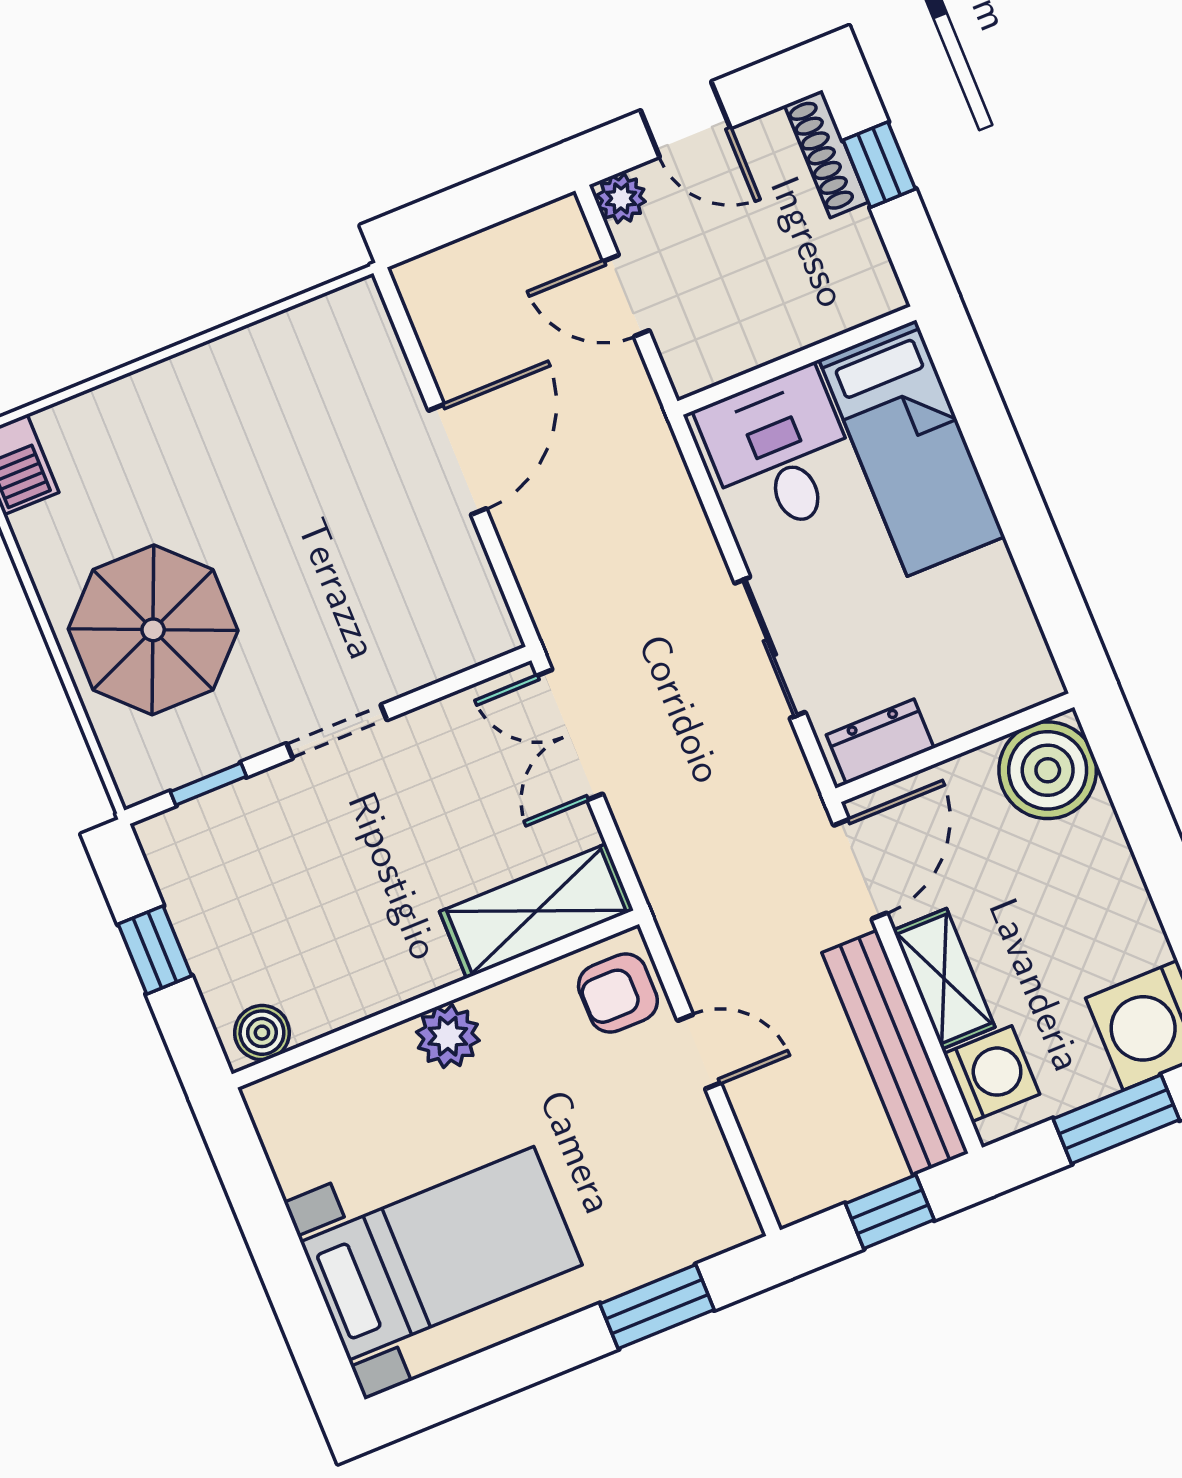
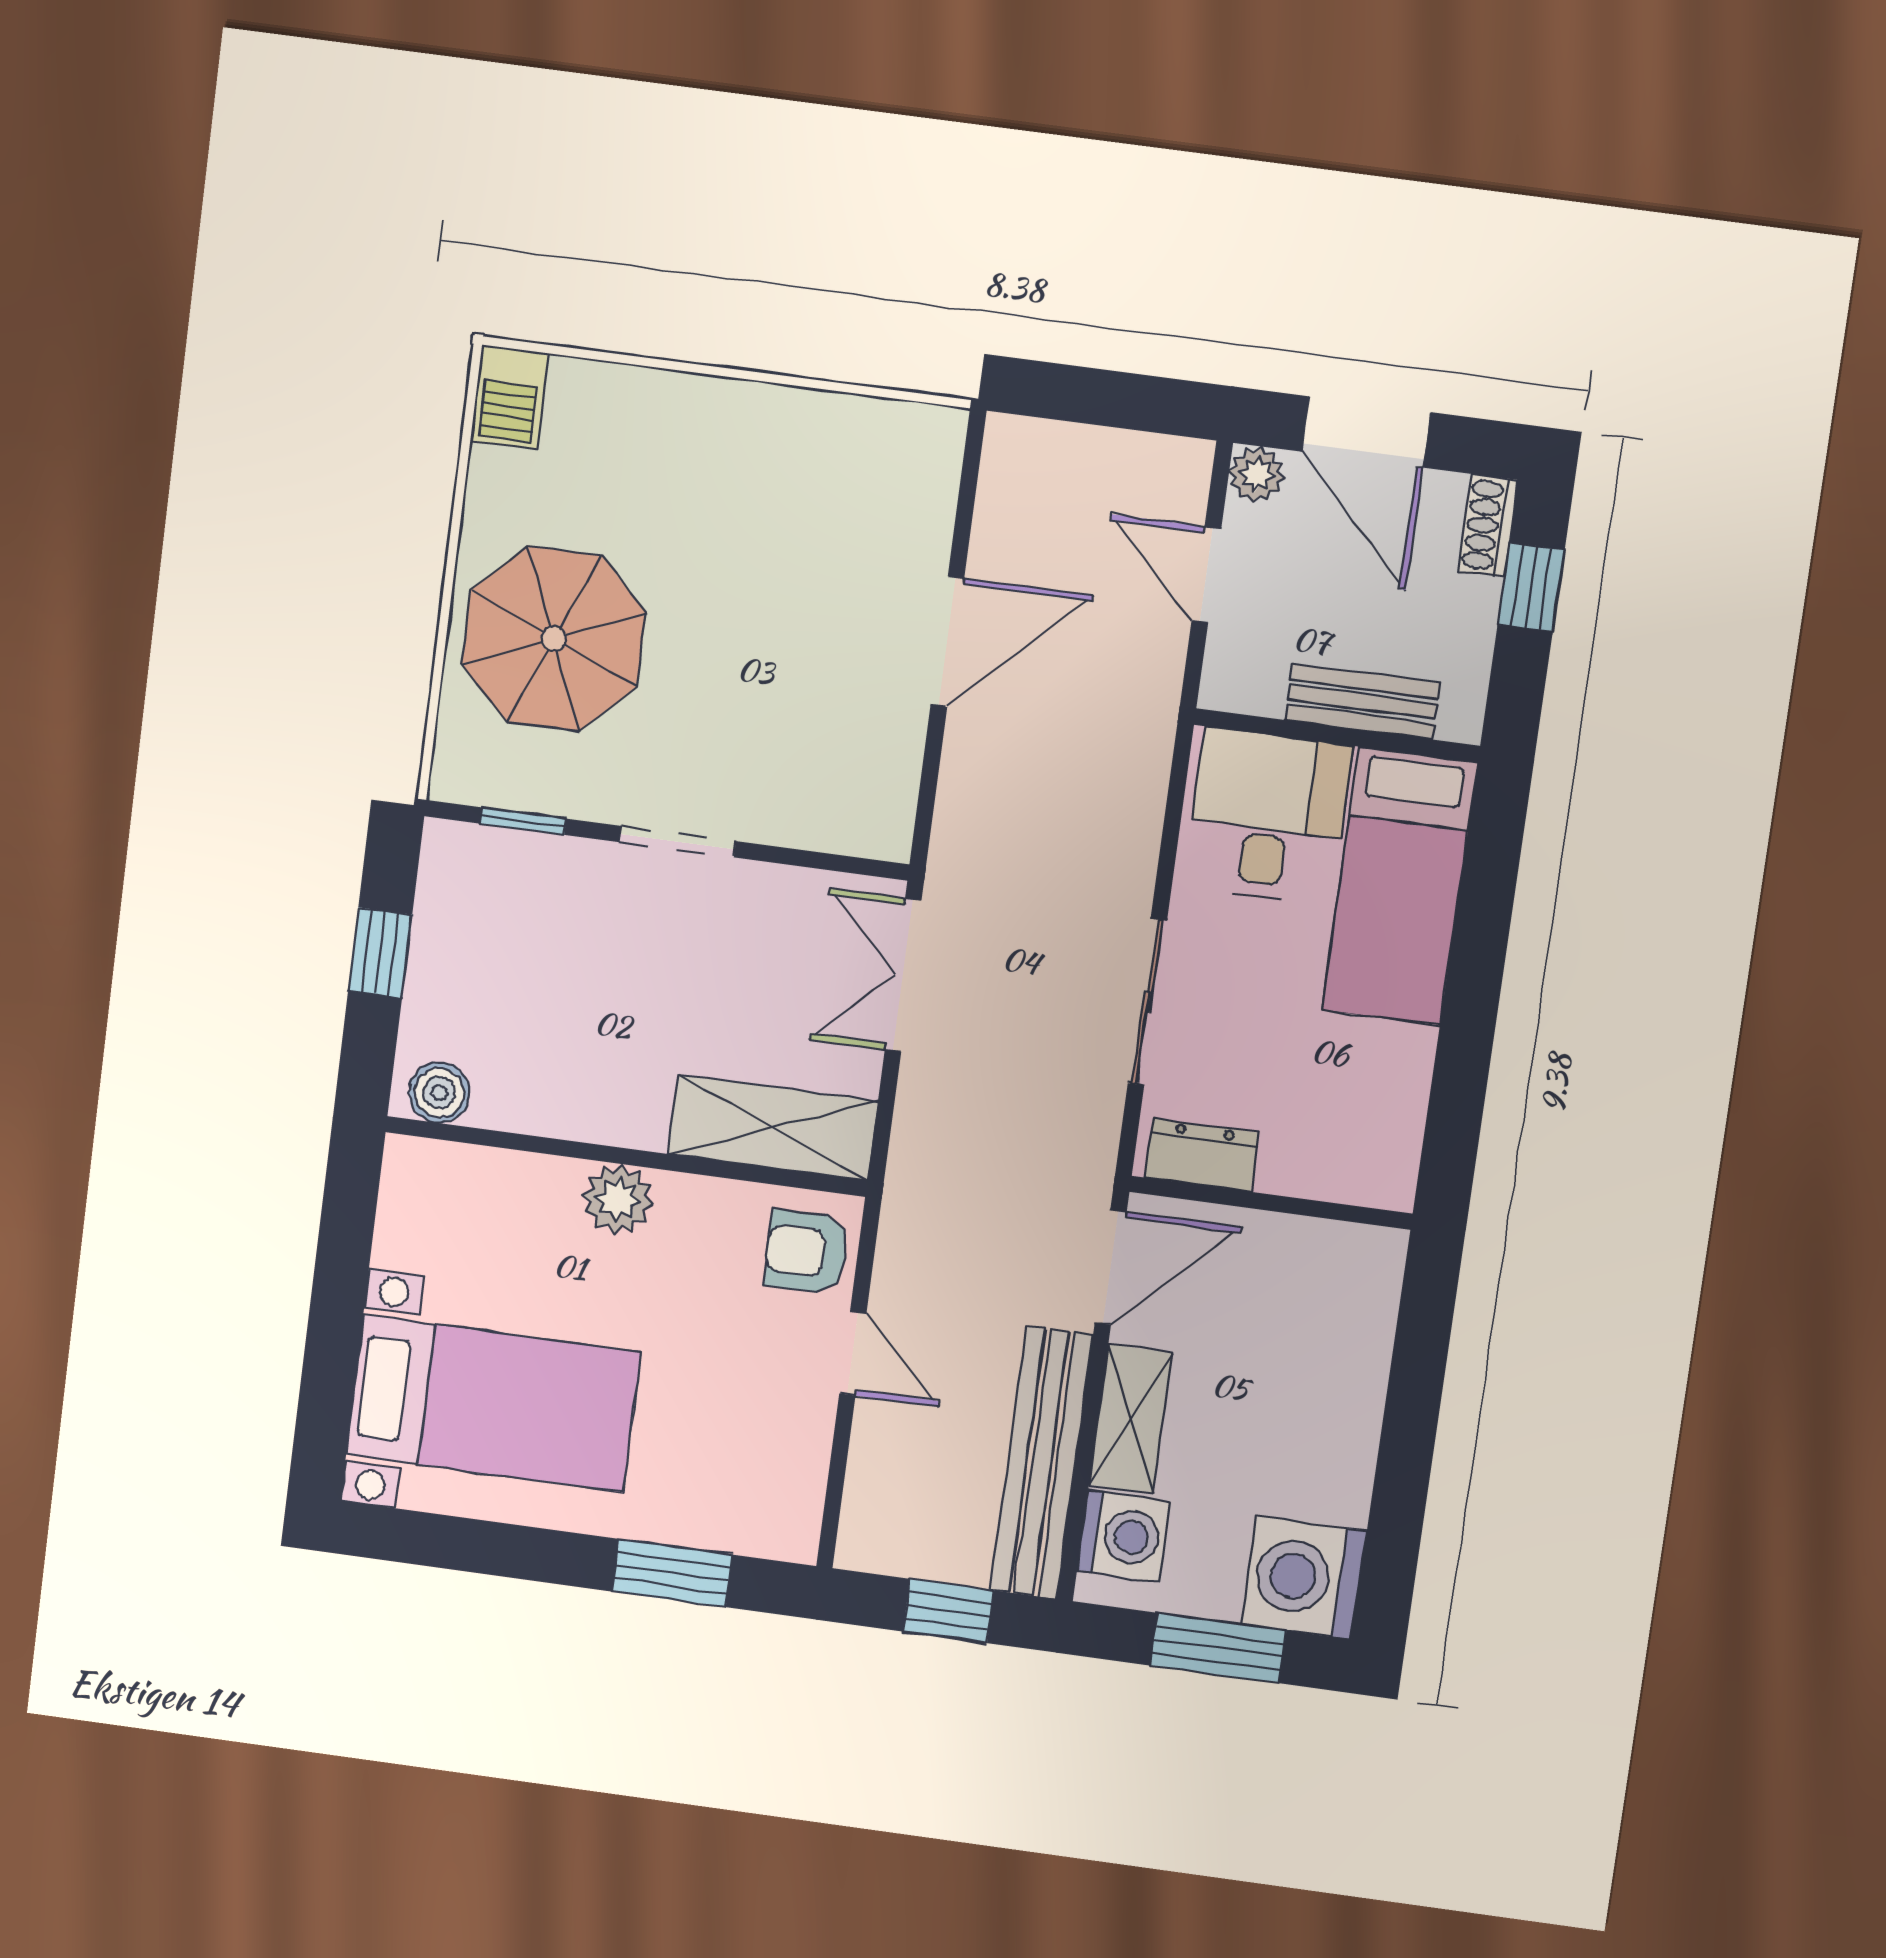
door: (685, 119) -> (1366, 432), width x1.38
shoe rack: (826, 154) -> (1488, 526), width x0.70
bench: (801, 324) -> (1362, 702), added
boiler: (1048, 770) -> (1349, 1276), removed

